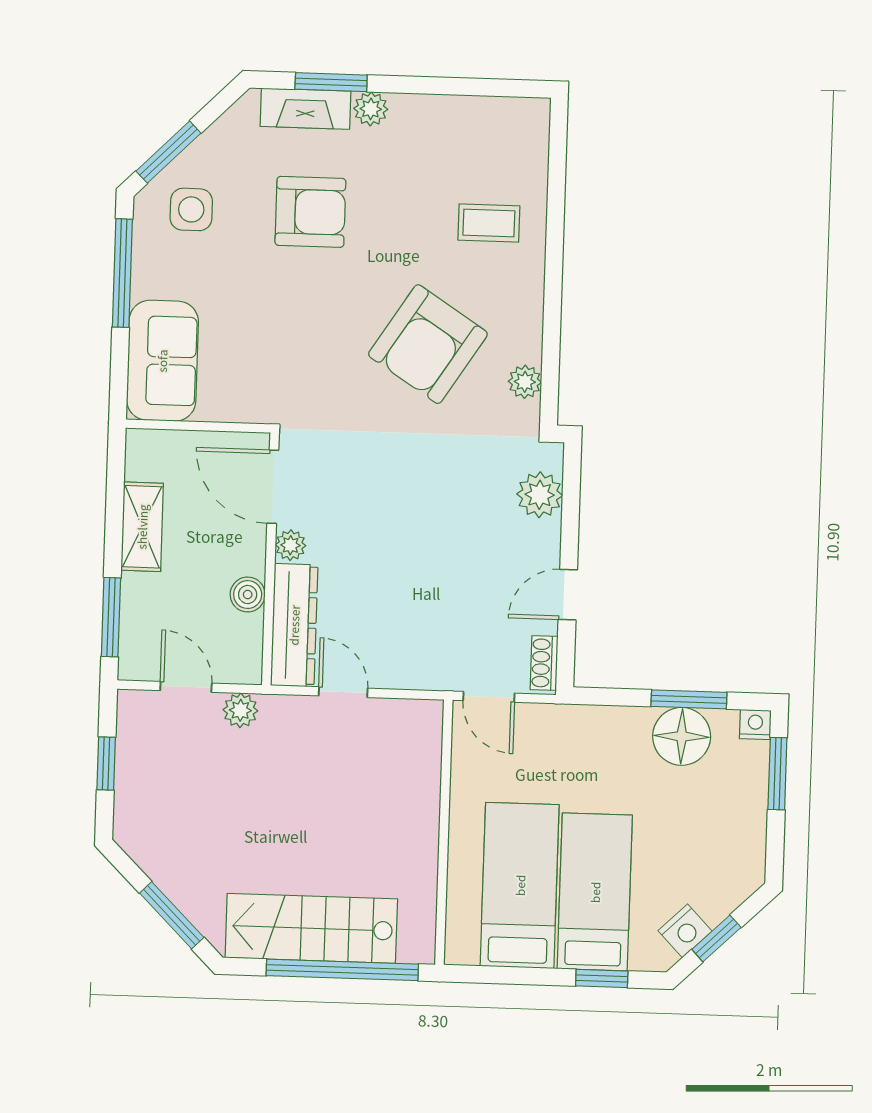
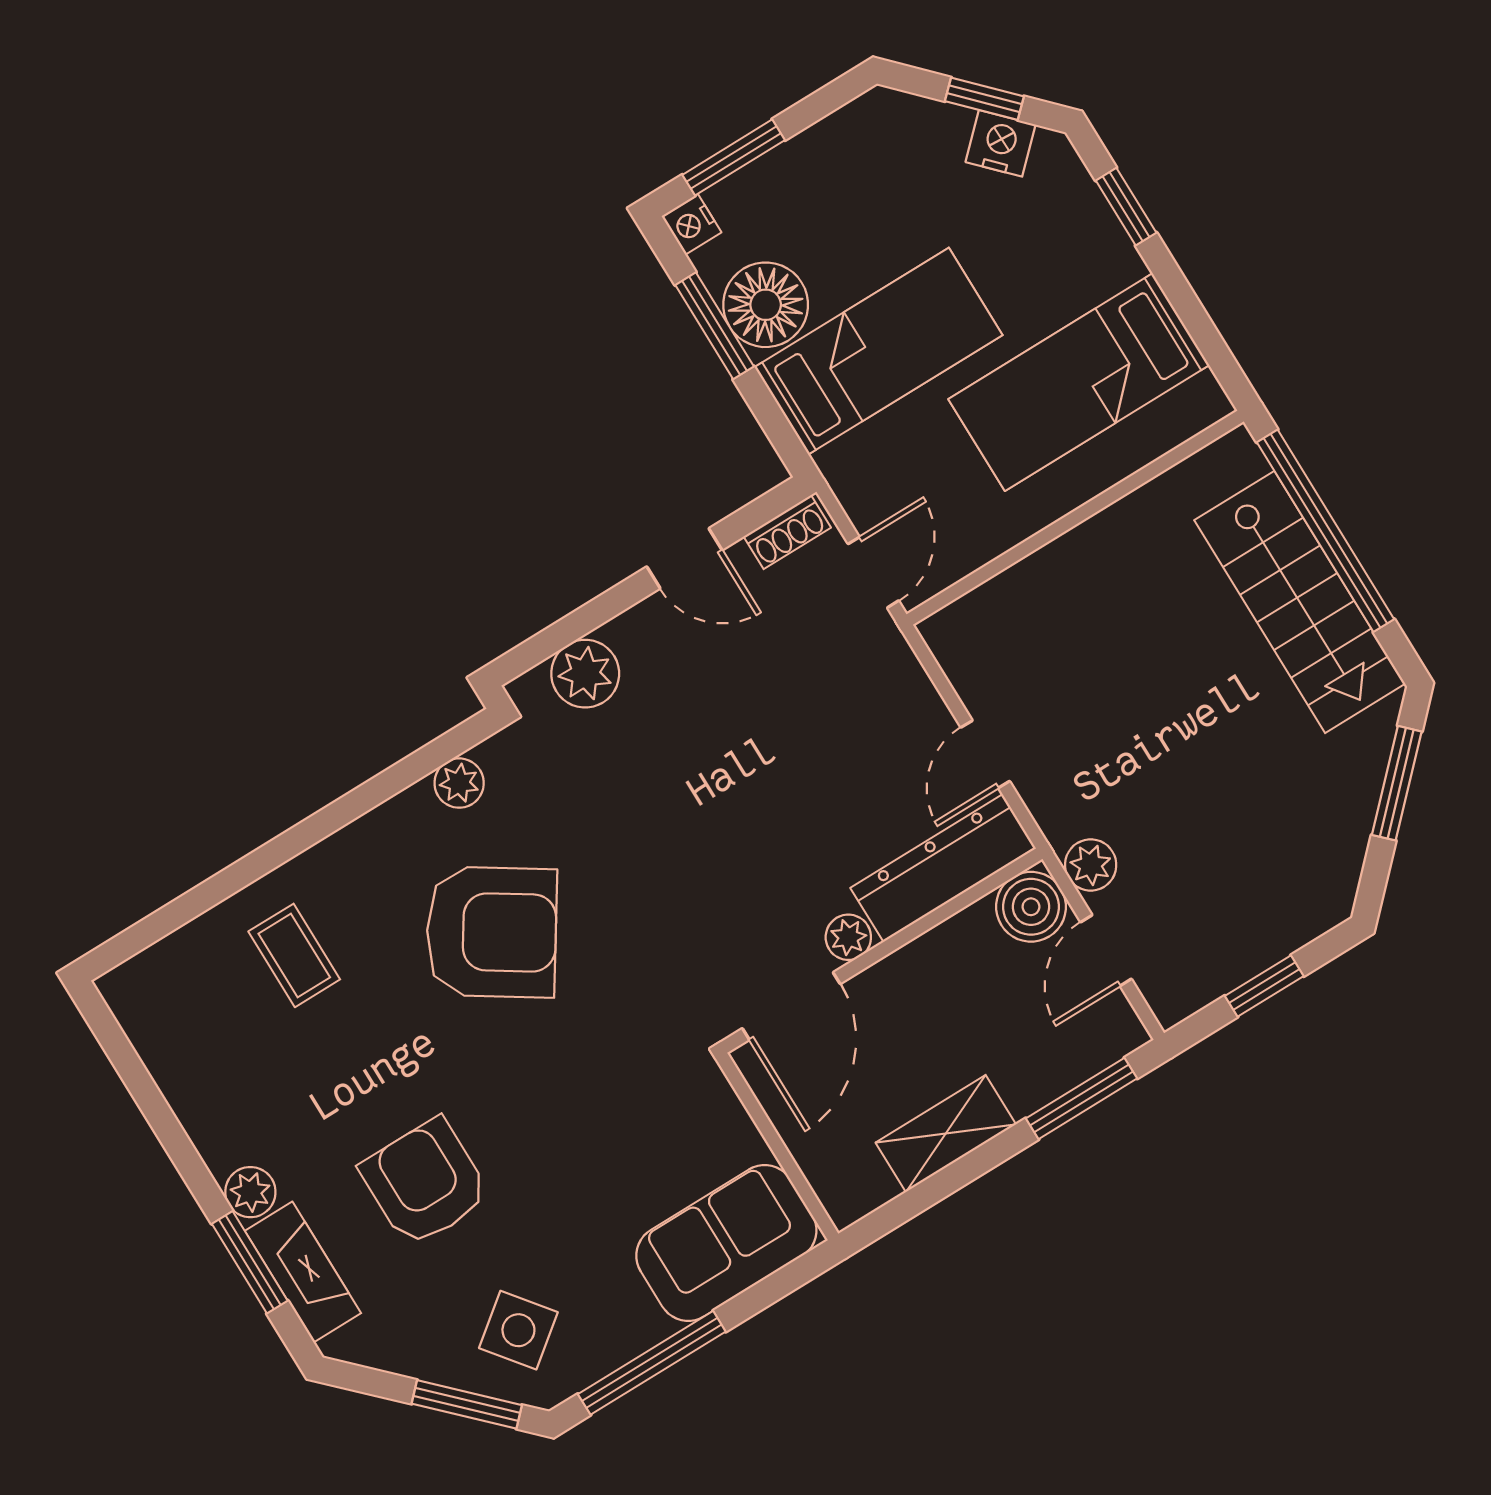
side table: (191, 209) -> (518, 1330), turned -38
boiler: (248, 595) -> (1031, 907), moved, width x1.36, depth x1.36
bed: (595, 892) -> (878, 351), moved, turned 180

